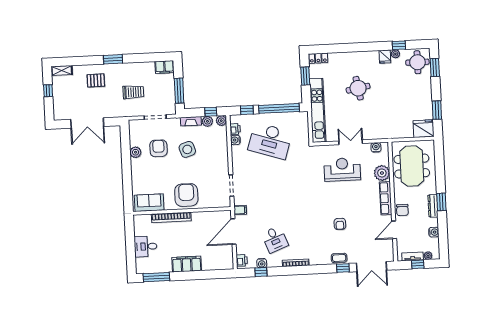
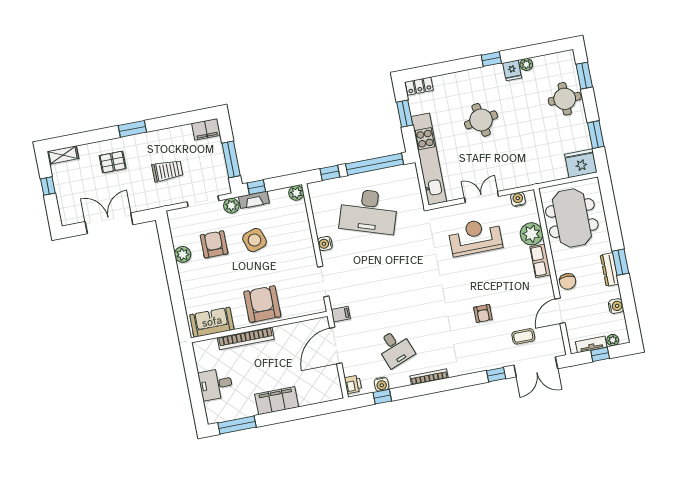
window: (399, 45) -> (491, 59), moved
round table: (417, 62) -> (565, 99), moved
window: (211, 112) -> (256, 187), moved
plant: (207, 121) -> (231, 206), moved
double door: (87, 123) -> (109, 223), swing flipped
printer: (235, 129) -> (317, 202), removed
water cooler: (235, 140) -> (325, 244), moved
row of seats: (386, 198) -> (540, 261), width x0.68
coffee table: (339, 258) -> (523, 336), moved

